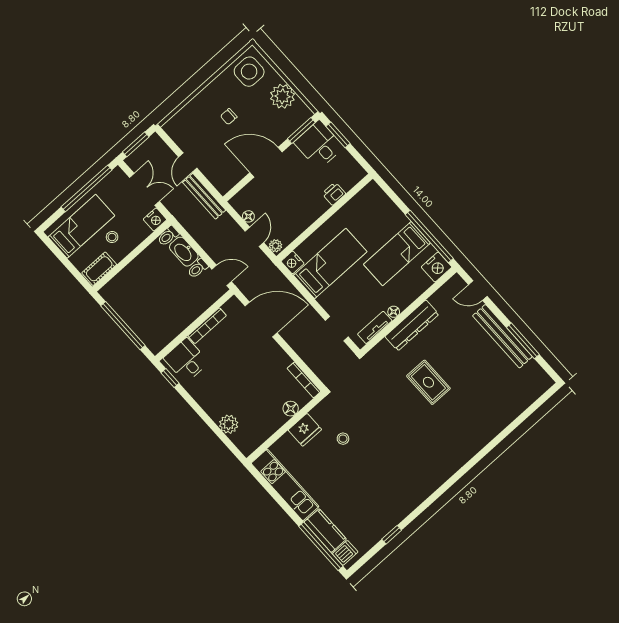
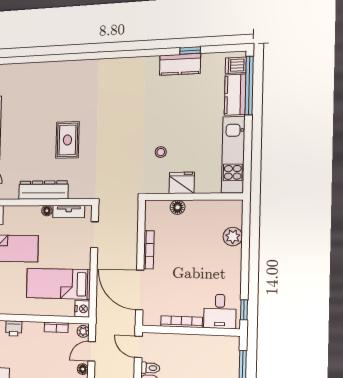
bookcase: (300, 228) -> (56, 327), added
bookcase: (304, 380) -> (149, 250), moved
kitchen counter: (390, 518) -> (180, 64), added

